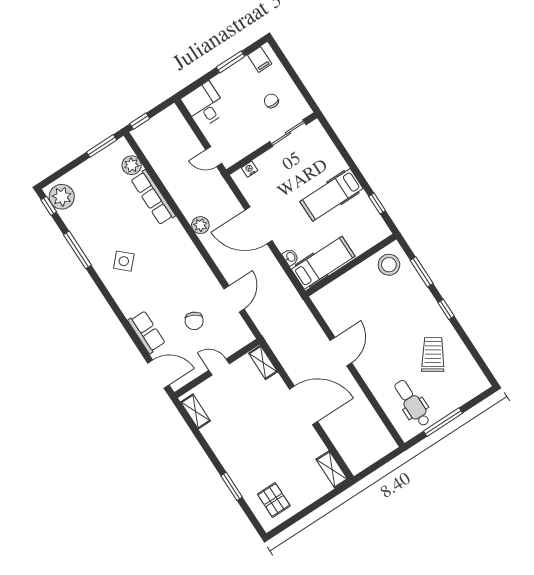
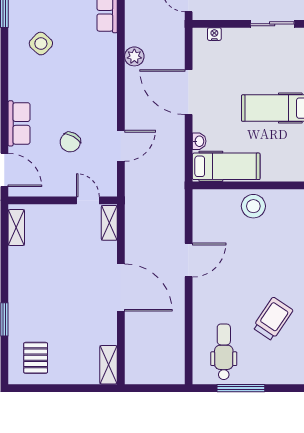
stool: (389, 265) -> (253, 206), moved
door: (219, 367) -> (88, 200), moved

